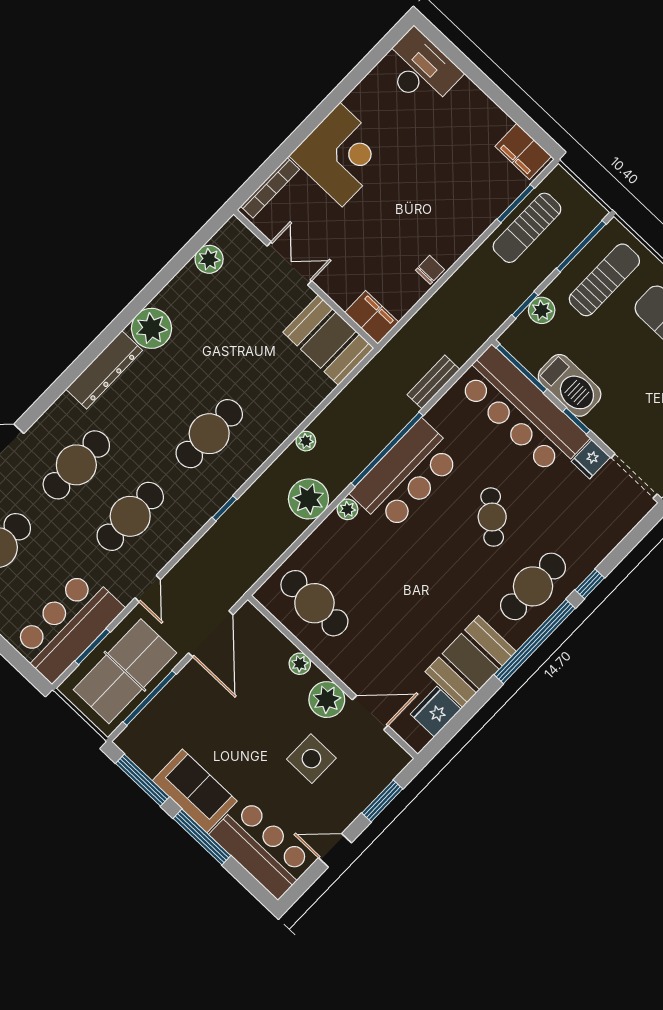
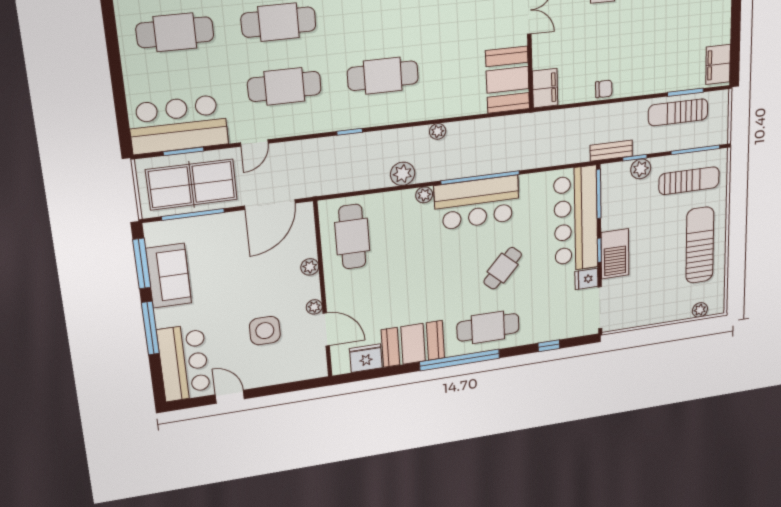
bench: (433, 382) -> (611, 151), moved
barbecue: (570, 385) -> (615, 254), moved
plant: (308, 499) -> (403, 174), width x0.73, depth x0.73
window: (590, 584) -> (549, 346), moved
plant: (327, 700) -> (314, 307), width x0.53, depth x0.53
sofa: (195, 791) -> (169, 276), moved
window: (382, 801) -> (286, 388), removed

